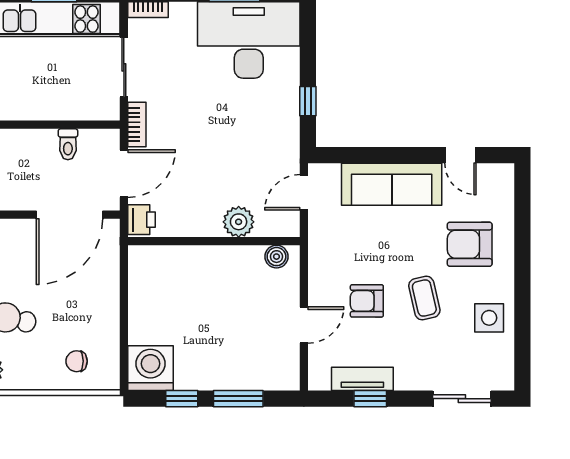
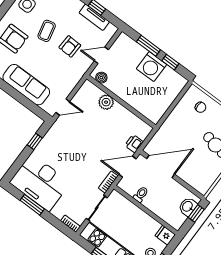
plant: (239, 222) -> (106, 102), moved
wall: (214, 241) -> (121, 102), moved
boiler: (276, 257) -> (101, 78), moved
armchair: (367, 301) -> (70, 46), turned 92
washing machine: (150, 368) -> (152, 67), moved

